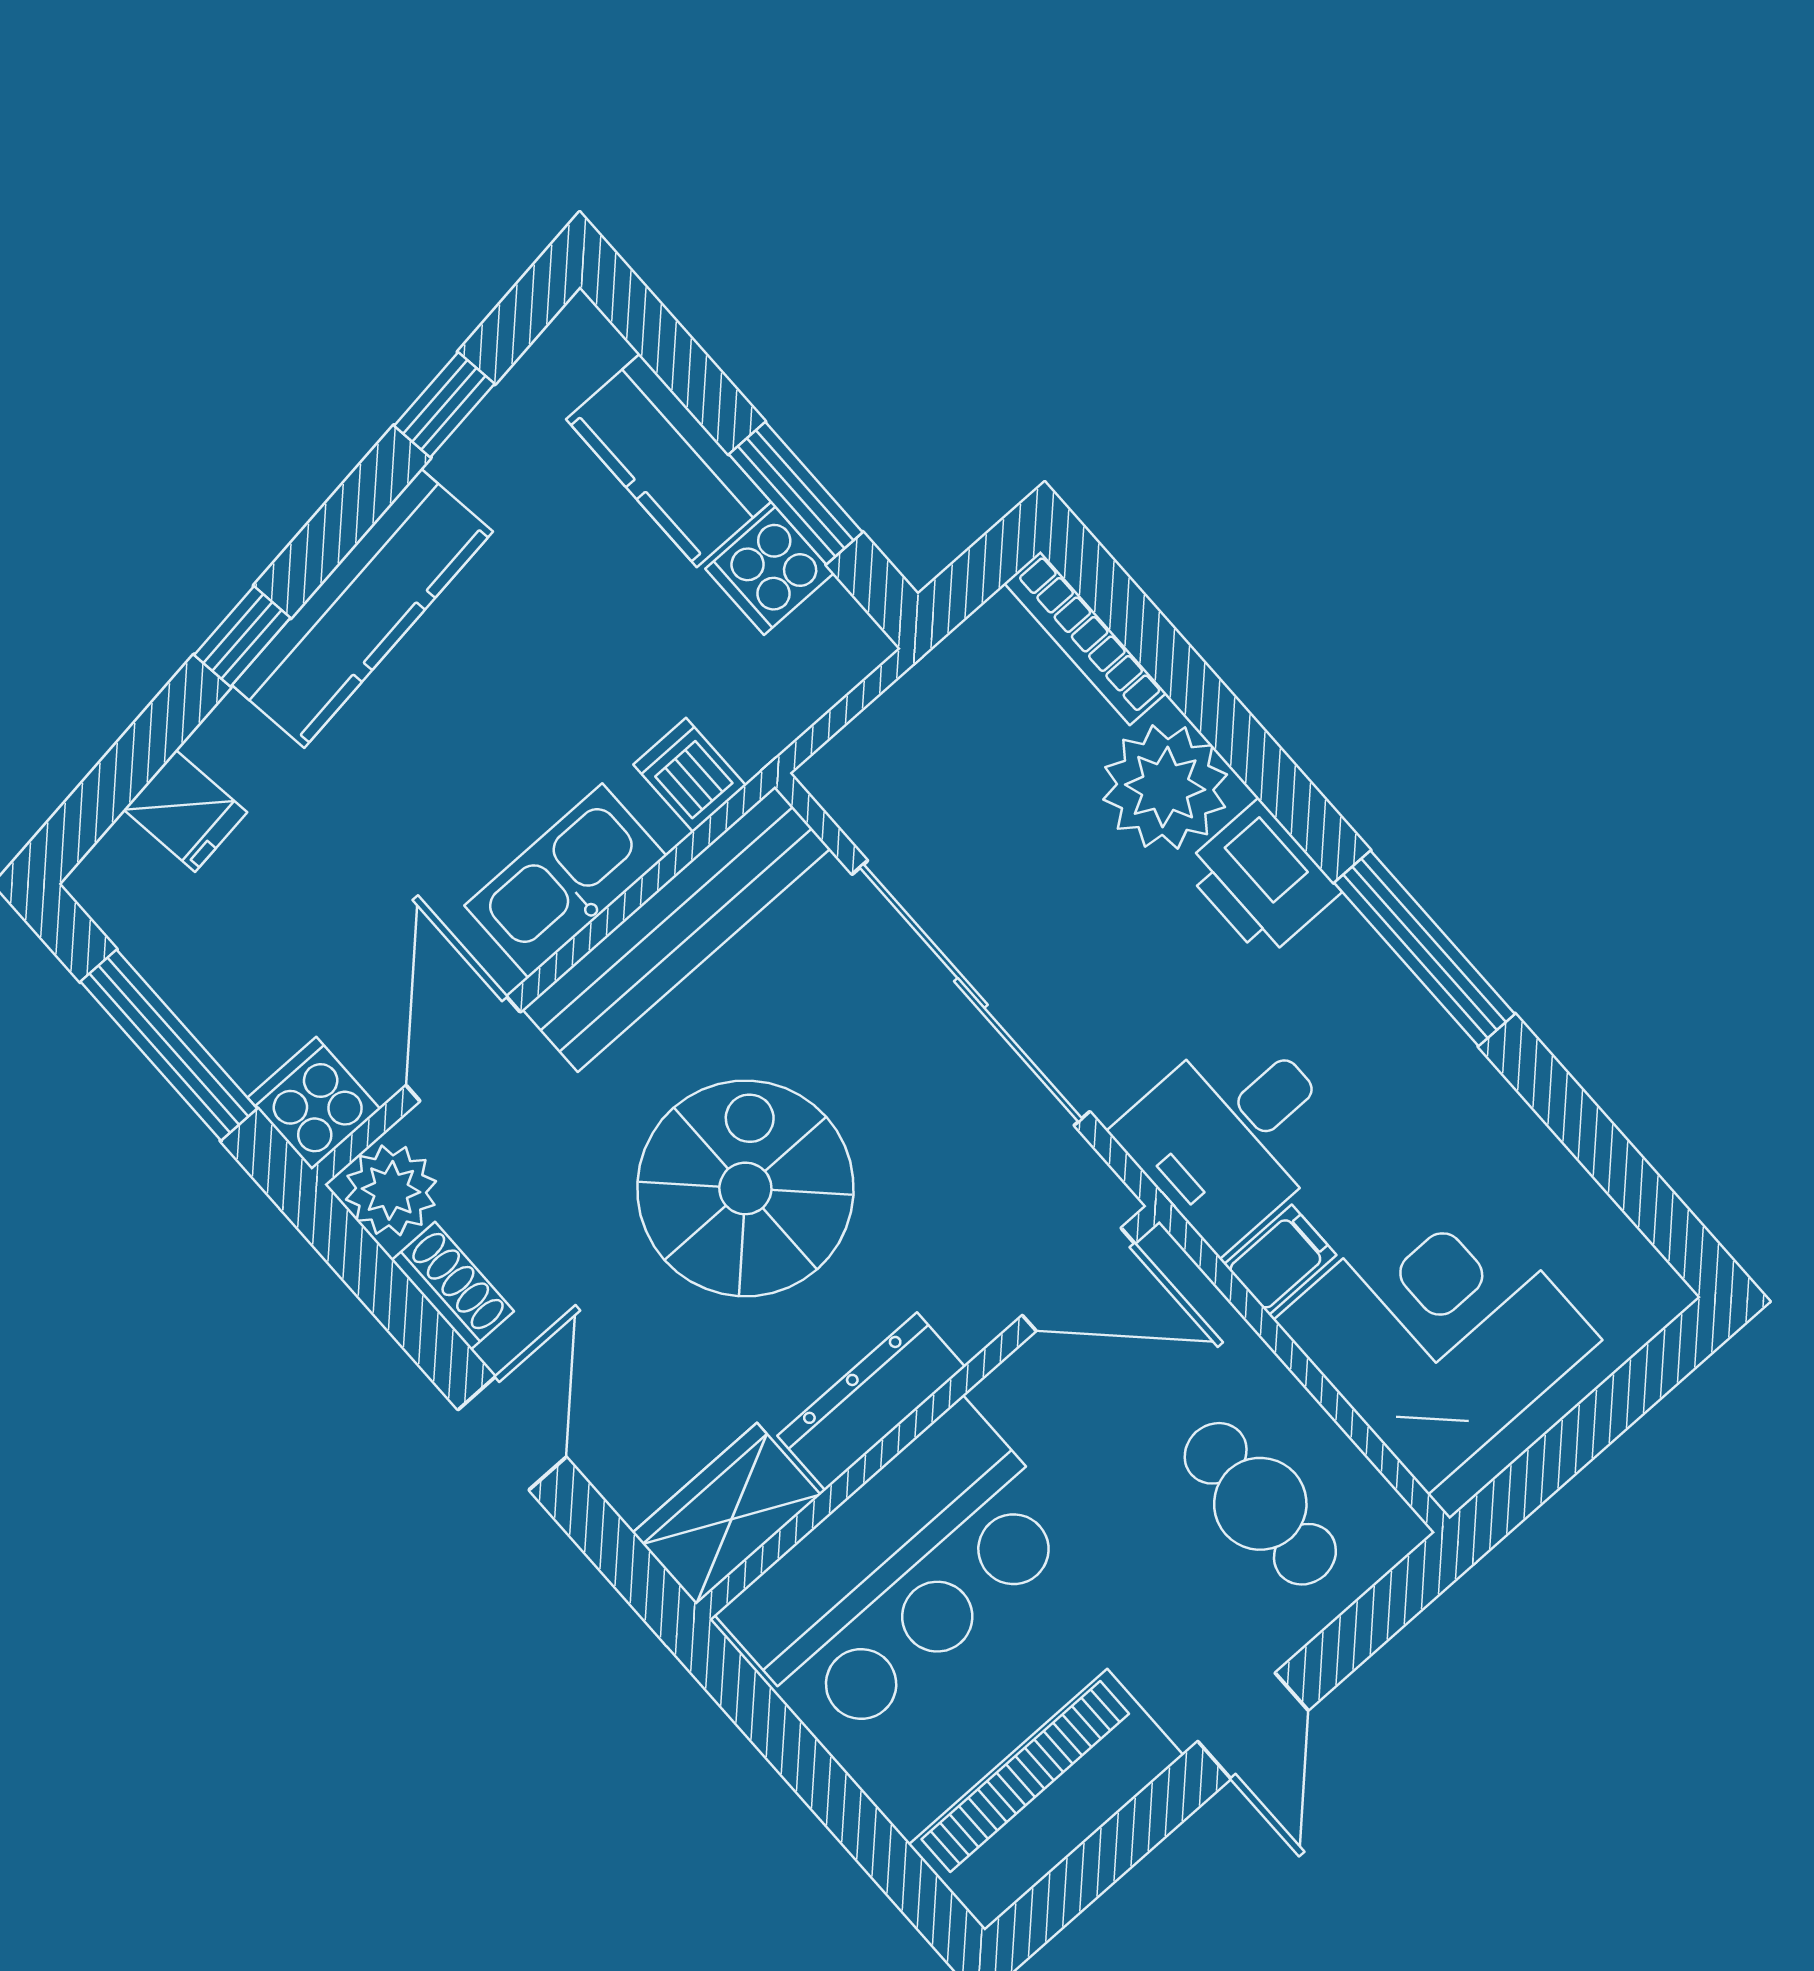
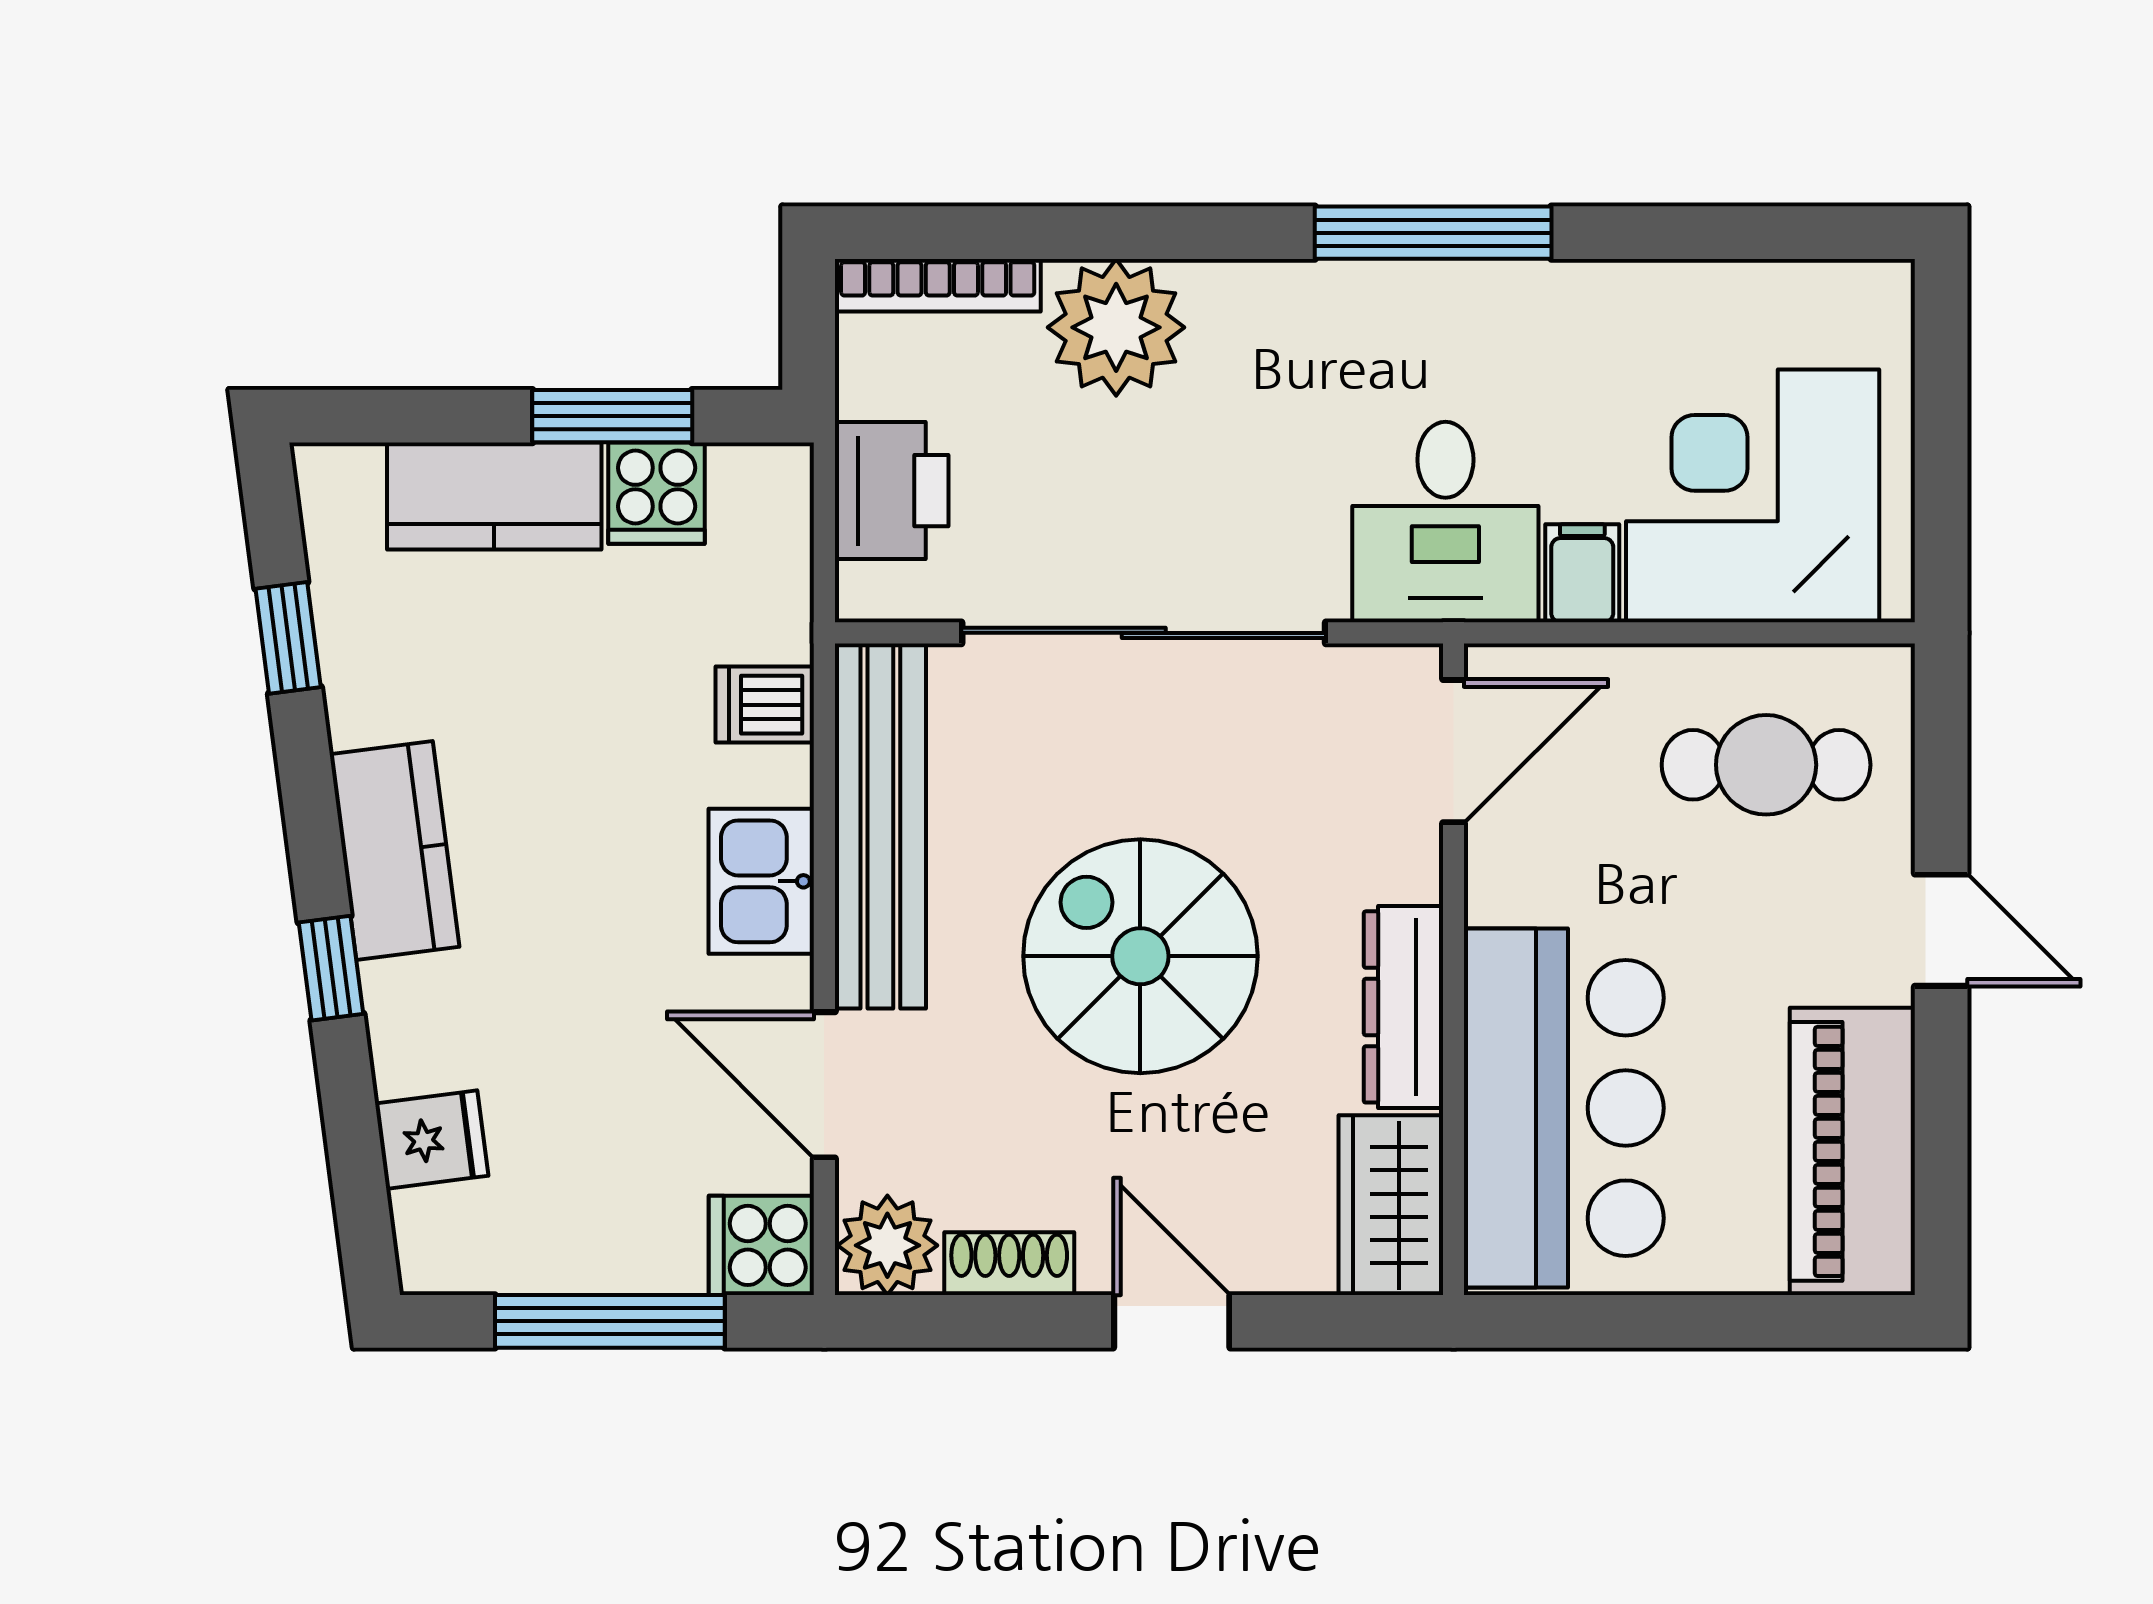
kitchen counter: (362, 608) -> (395, 851), width x0.67
printer: (1261, 879) -> (892, 491), moved, turned -90
kitchen sink: (565, 881) -> (761, 881), width x0.73

